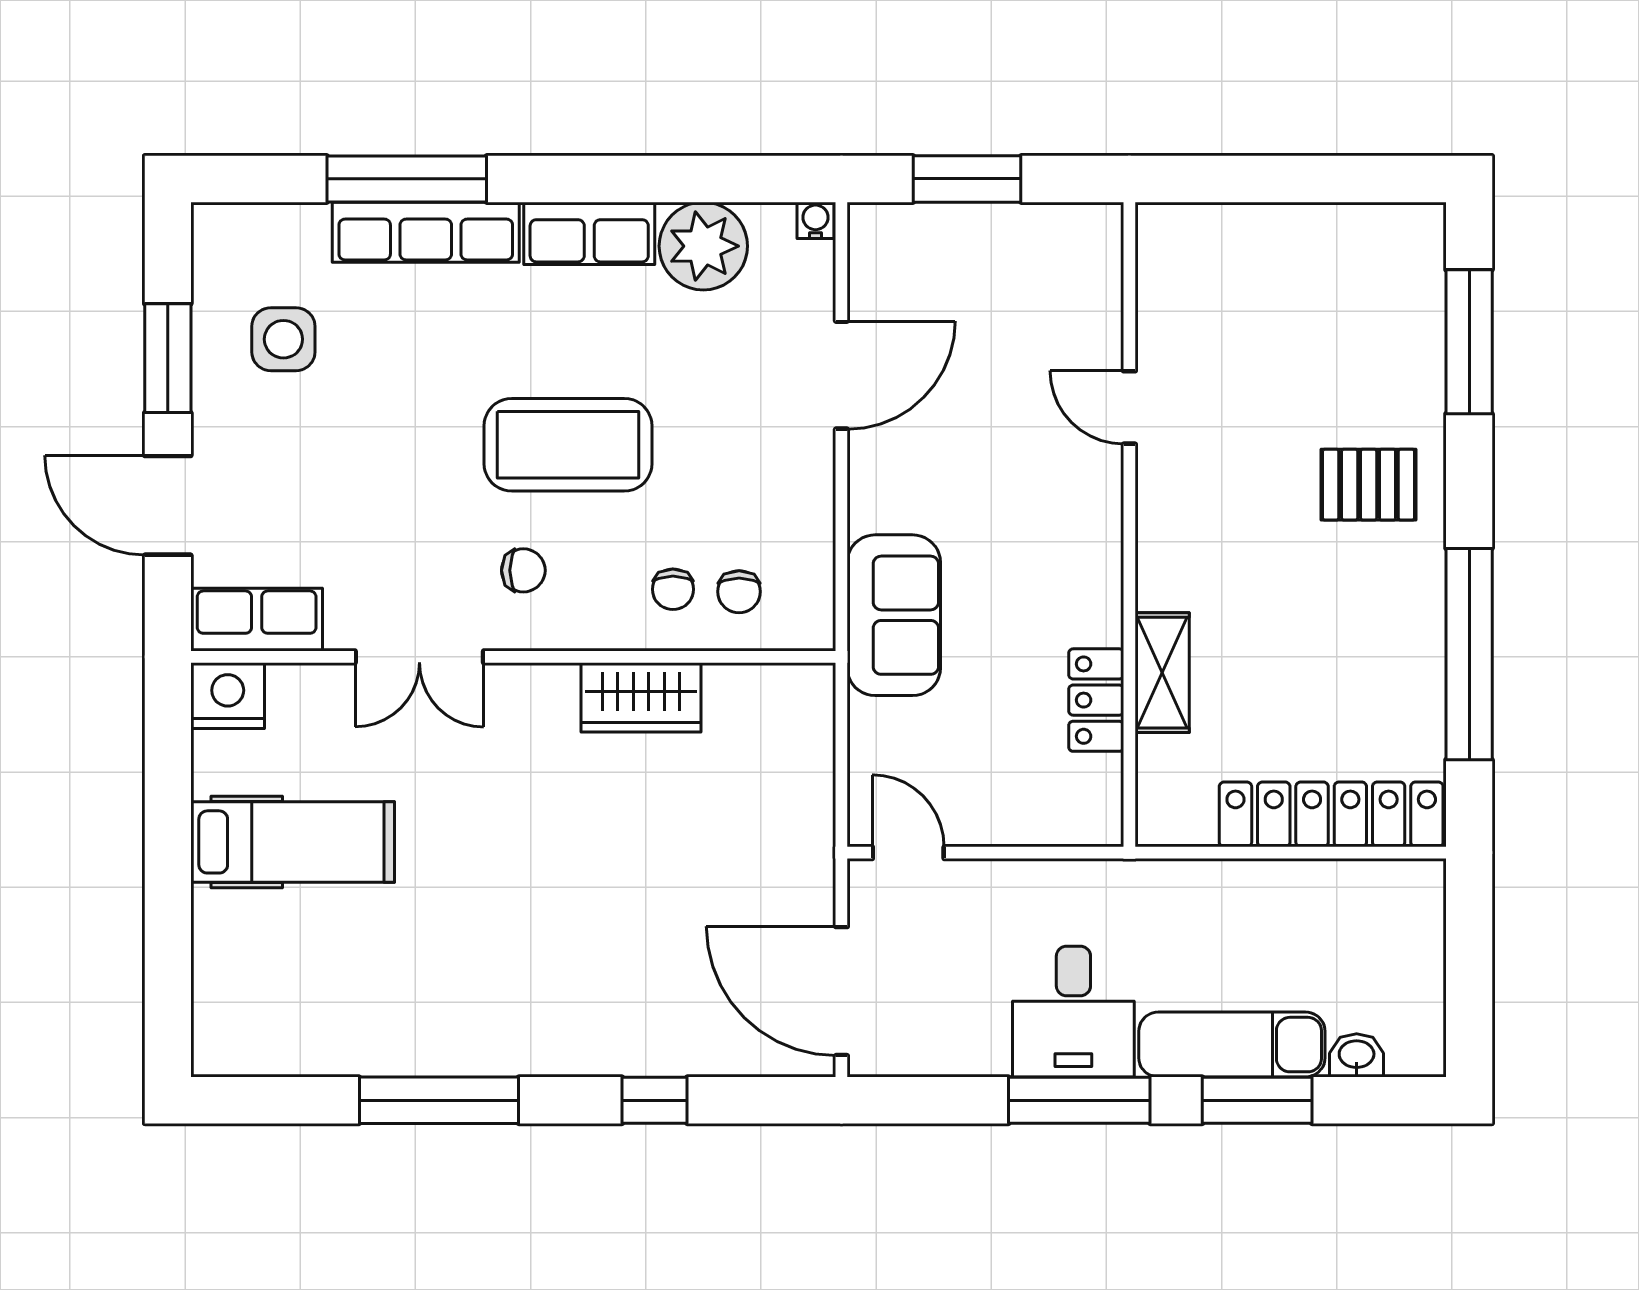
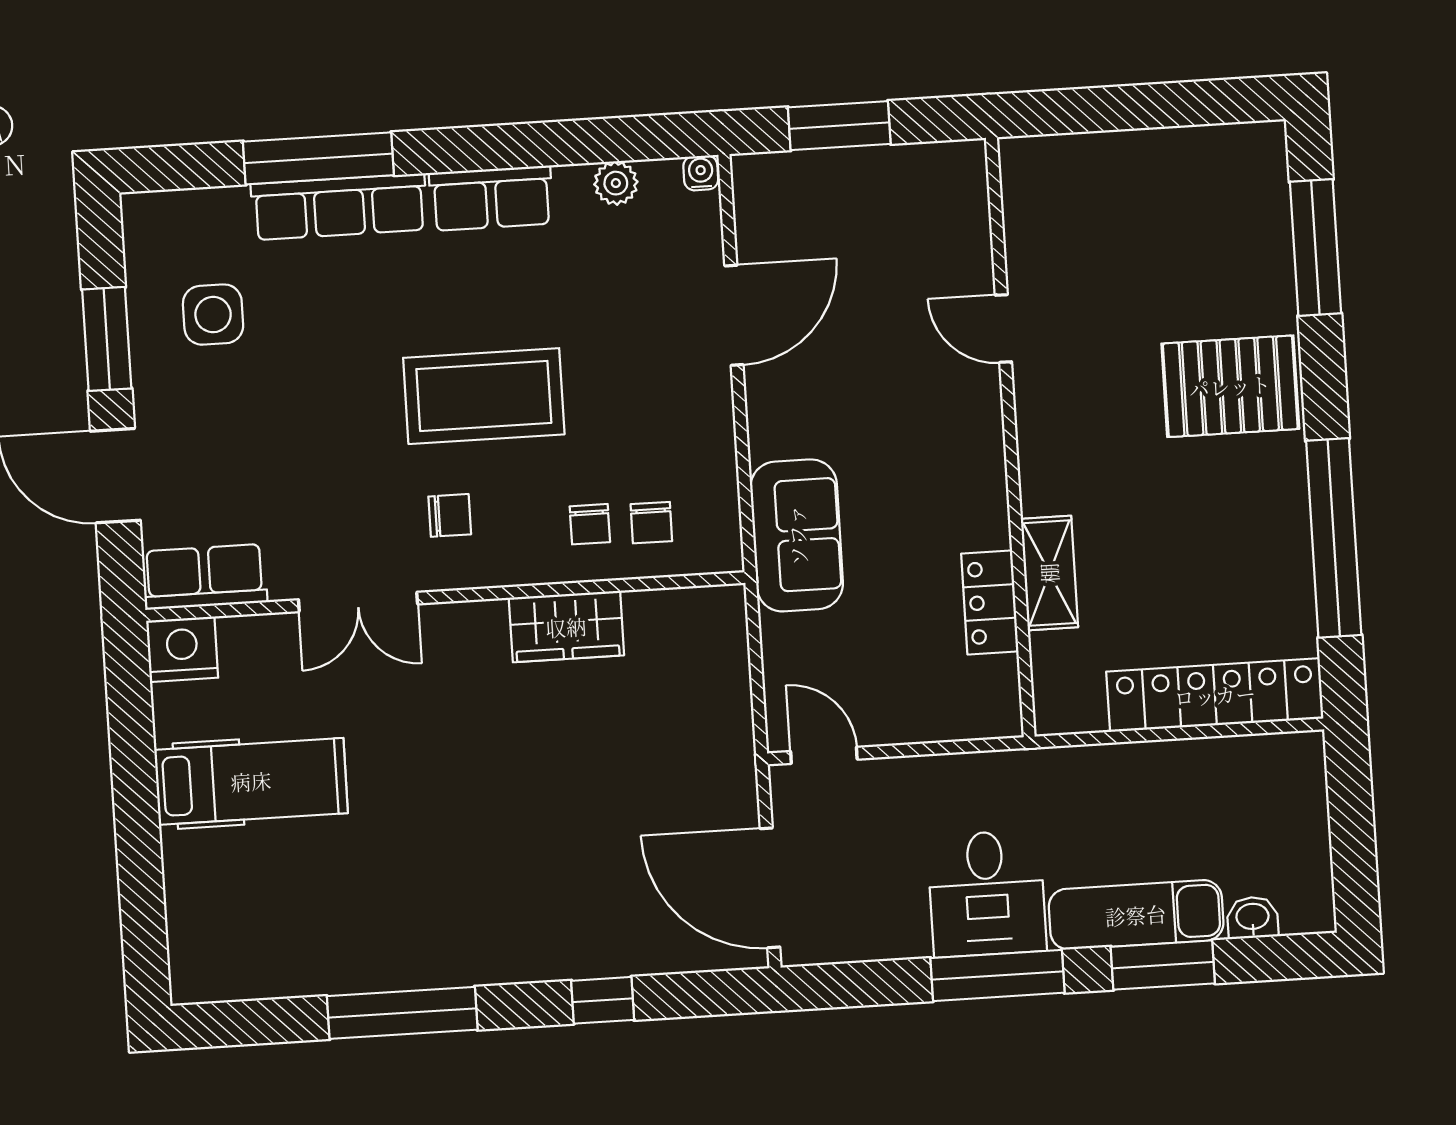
plant: (703, 246) -> (616, 183), width x0.53, depth x0.53
pallet: (1369, 485) -> (1230, 386), width x1.50, depth x1.42

